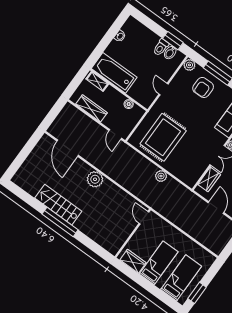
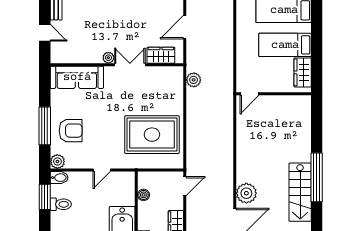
bidet: (170, 53) -> (59, 178), moved
plant: (161, 176) -> (194, 80), moved
plant: (95, 179) -> (246, 193), moved

